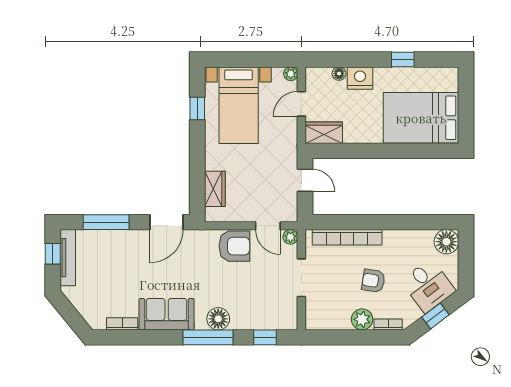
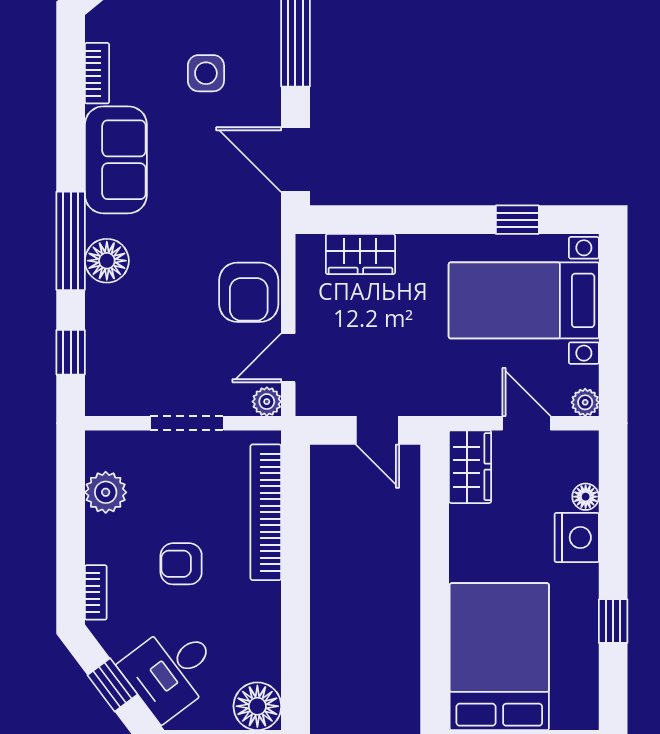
door: (305, 180) -> (377, 430), hinge flipped
side table: (122, 268) -> (206, 73), added
armchair: (373, 281) -> (181, 564), turned -99
plant: (362, 319) -> (106, 492), moved

